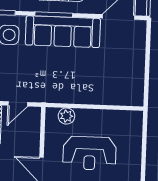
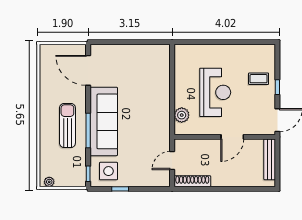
door: (18, 104) -> (172, 161), swing flipped

